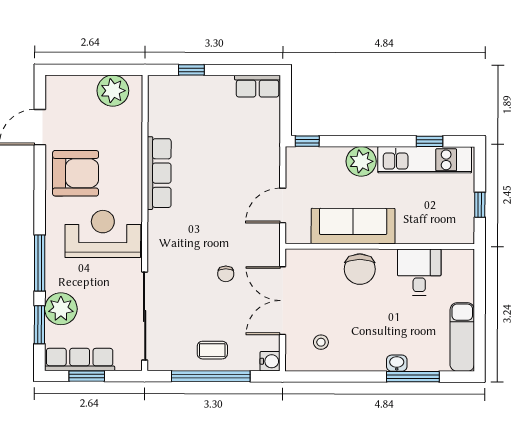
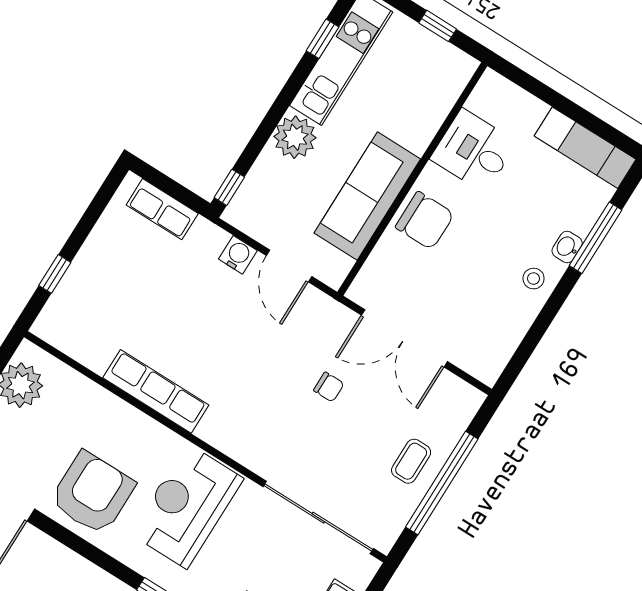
row of seats: (258, 86) -> (162, 209), moved, turned 90
stool: (321, 342) -> (534, 279), moved
water cooler: (270, 361) -> (238, 255), moved

